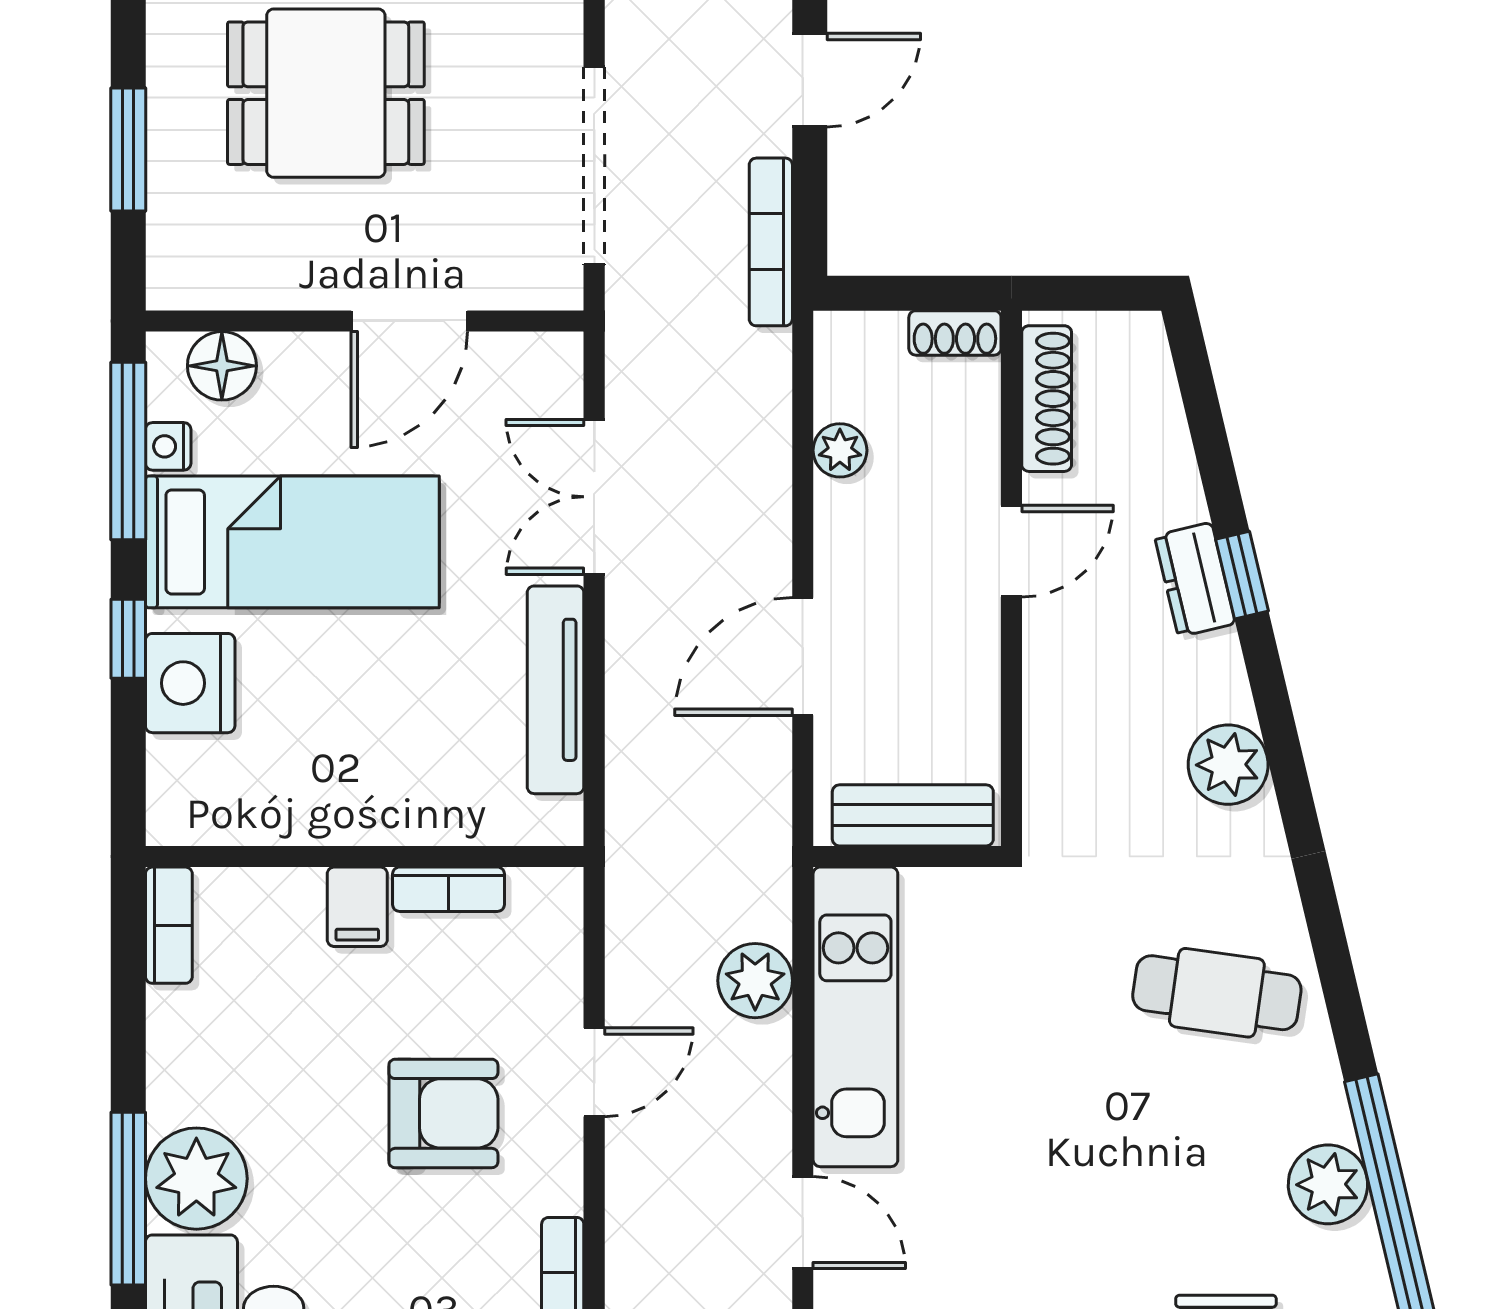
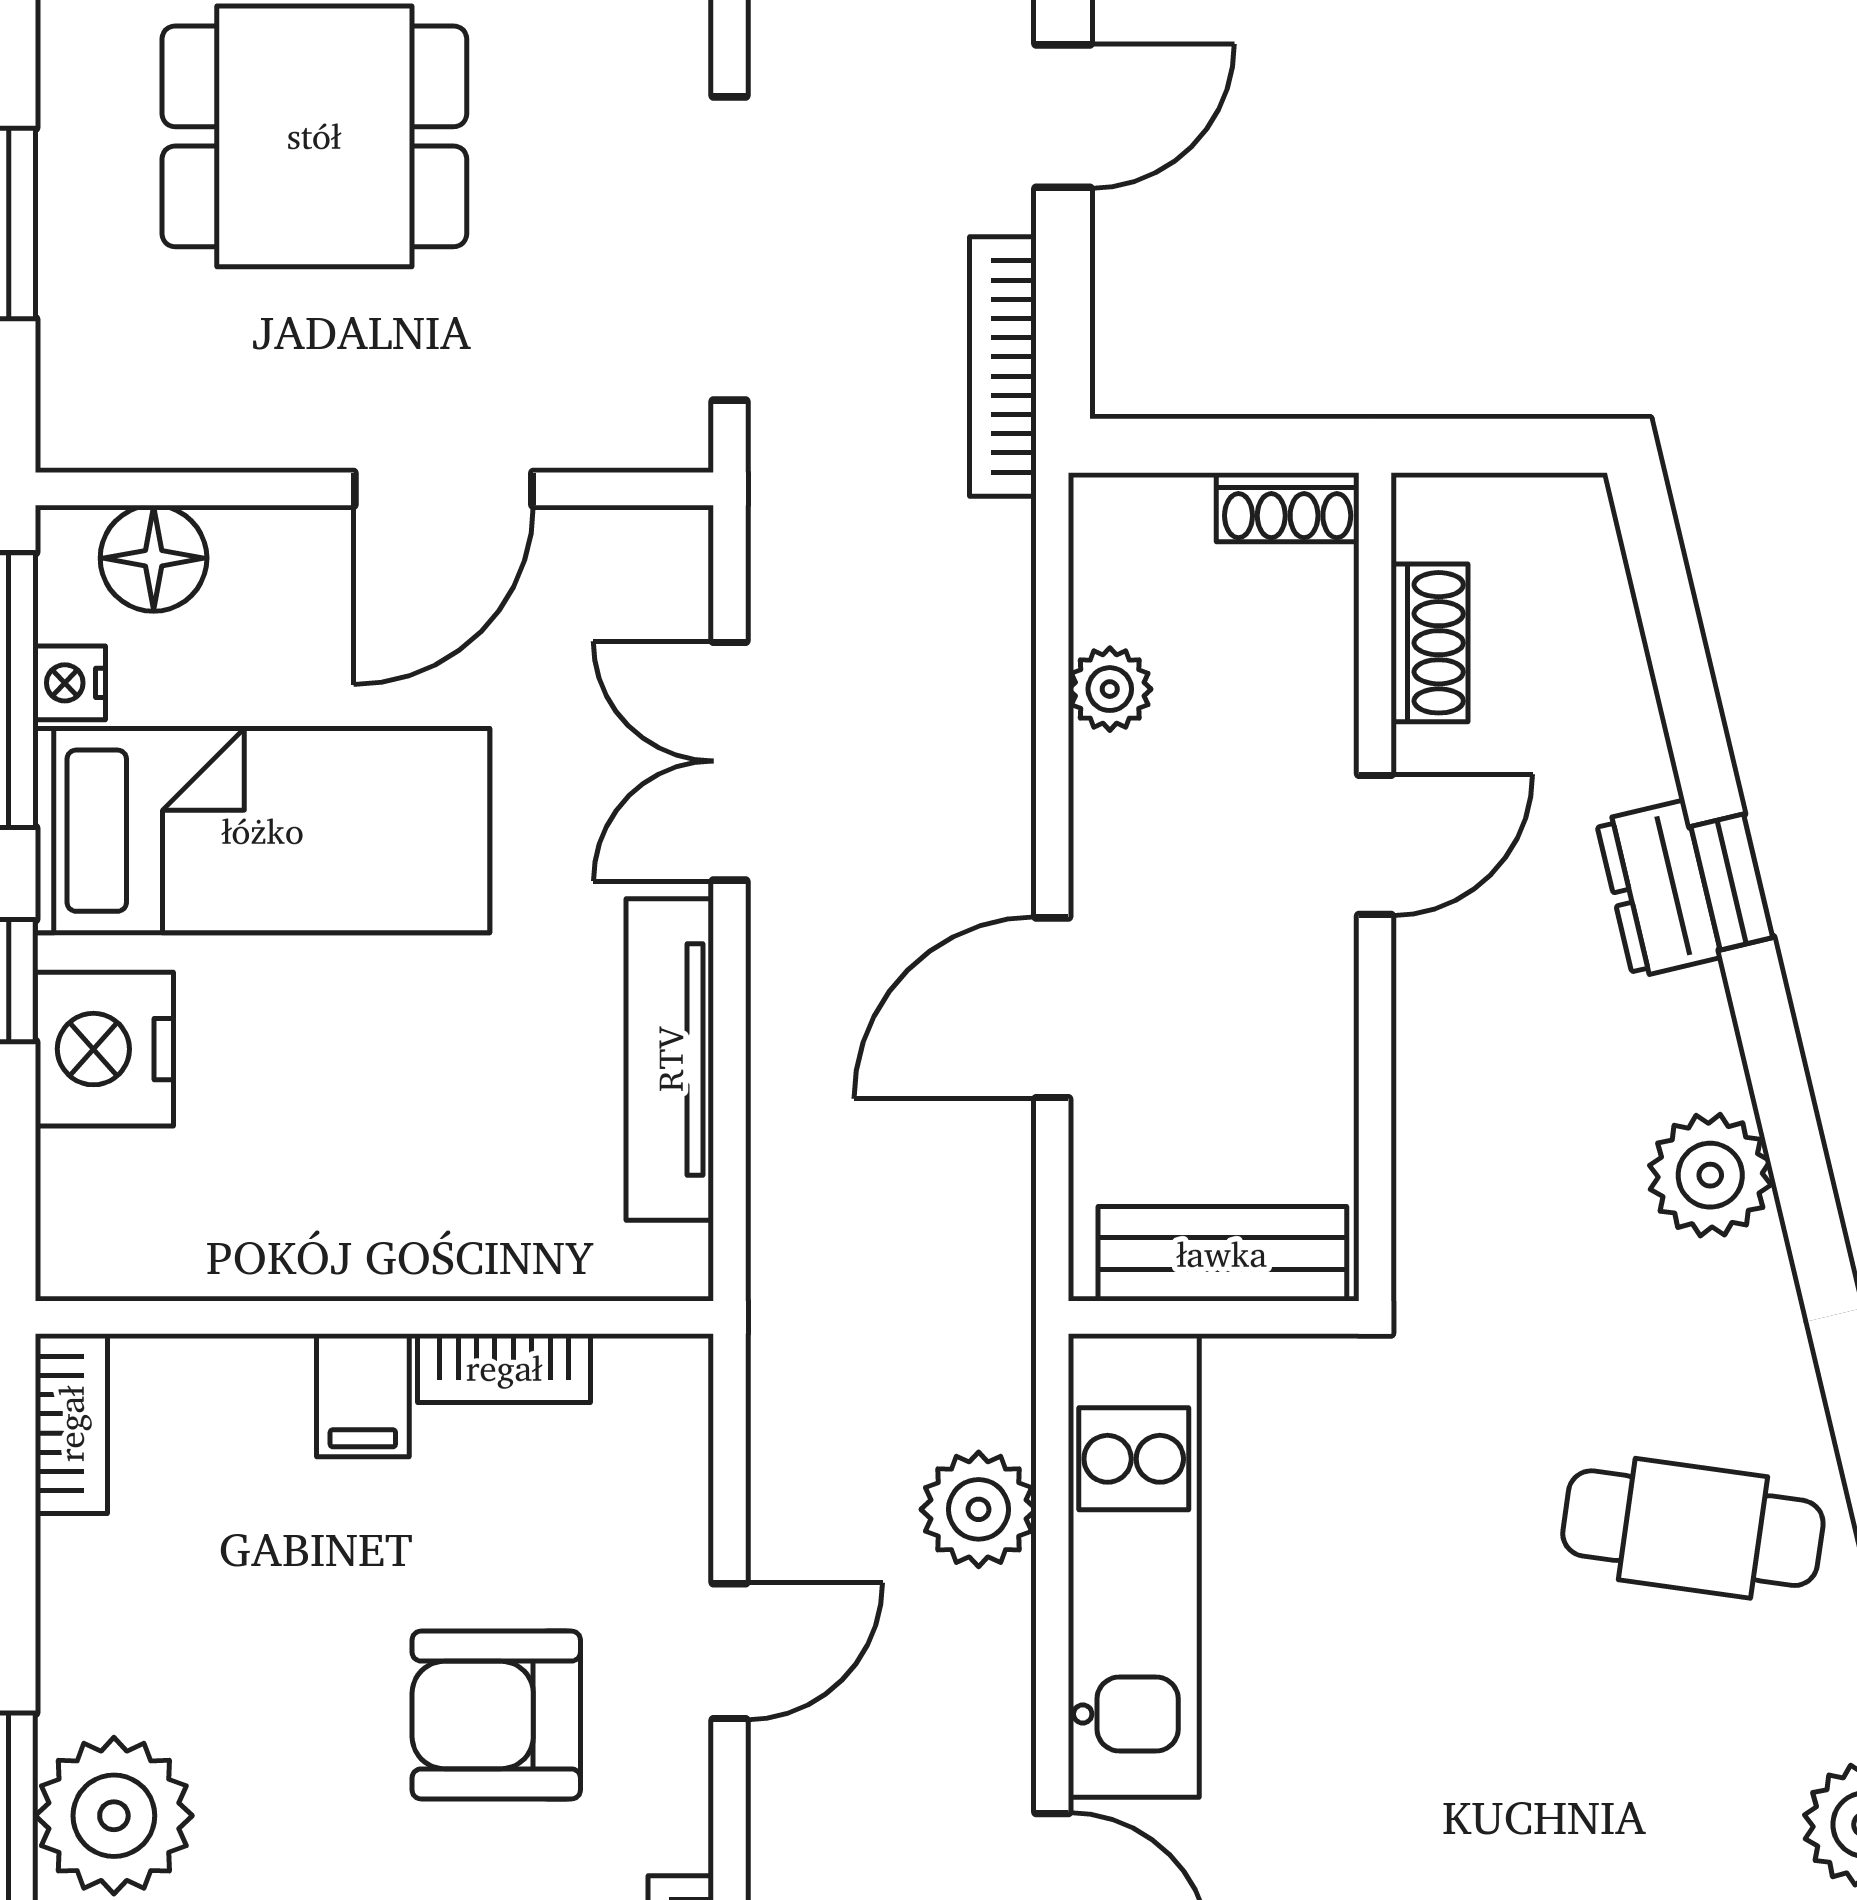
shoe rack: (1047, 399) -> (1429, 643), width x0.70
armchair: (443, 1113) -> (496, 1715), turned 180

